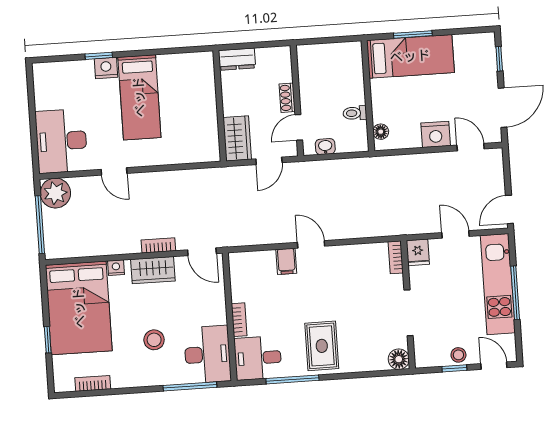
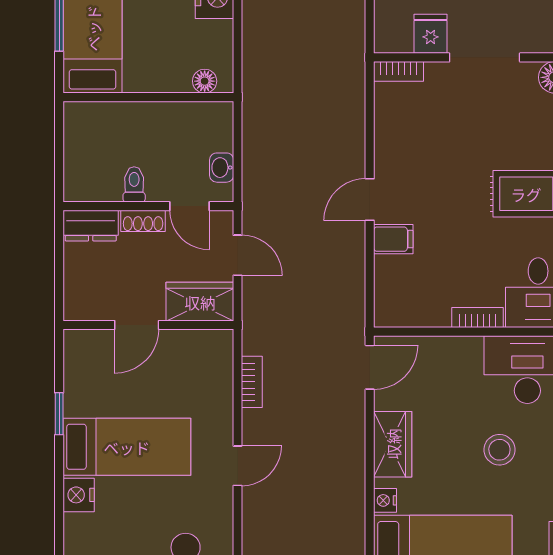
window: (99, 56) -> (59, 414), moved
dresser: (237, 59) -> (91, 226), moved, turned 90
door: (219, 98) -> (137, 325), added
toilet: (355, 113) -> (134, 184), moved, turned 180
door: (114, 171) -> (238, 466), moved
bookcase: (158, 245) -> (252, 382), moved, turned 180
fridge: (418, 252) -> (431, 34), moved, turned -90

